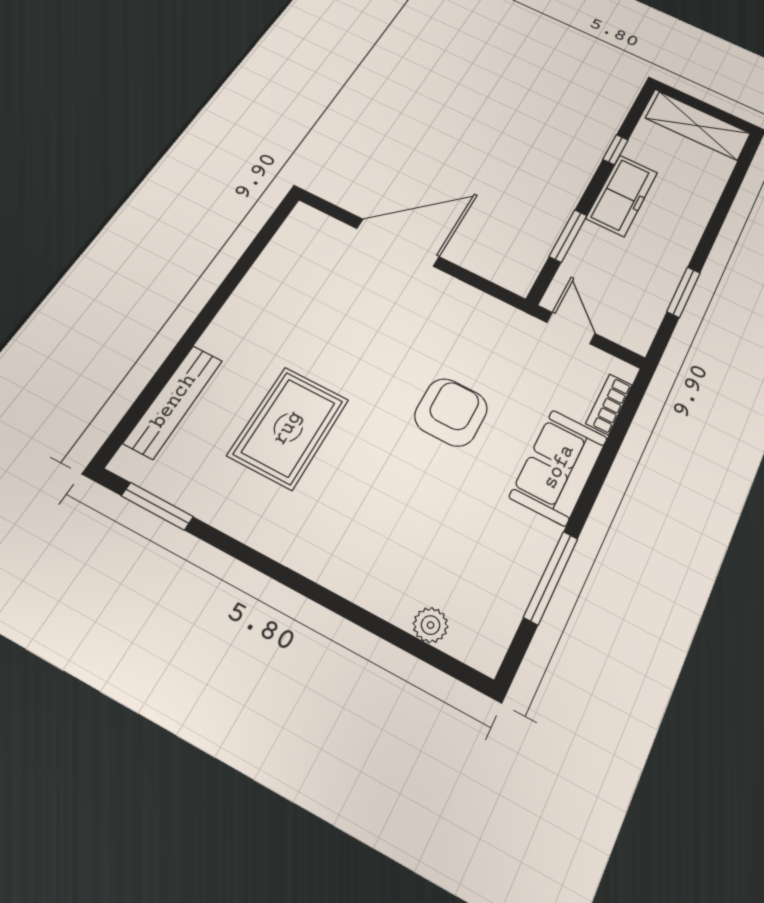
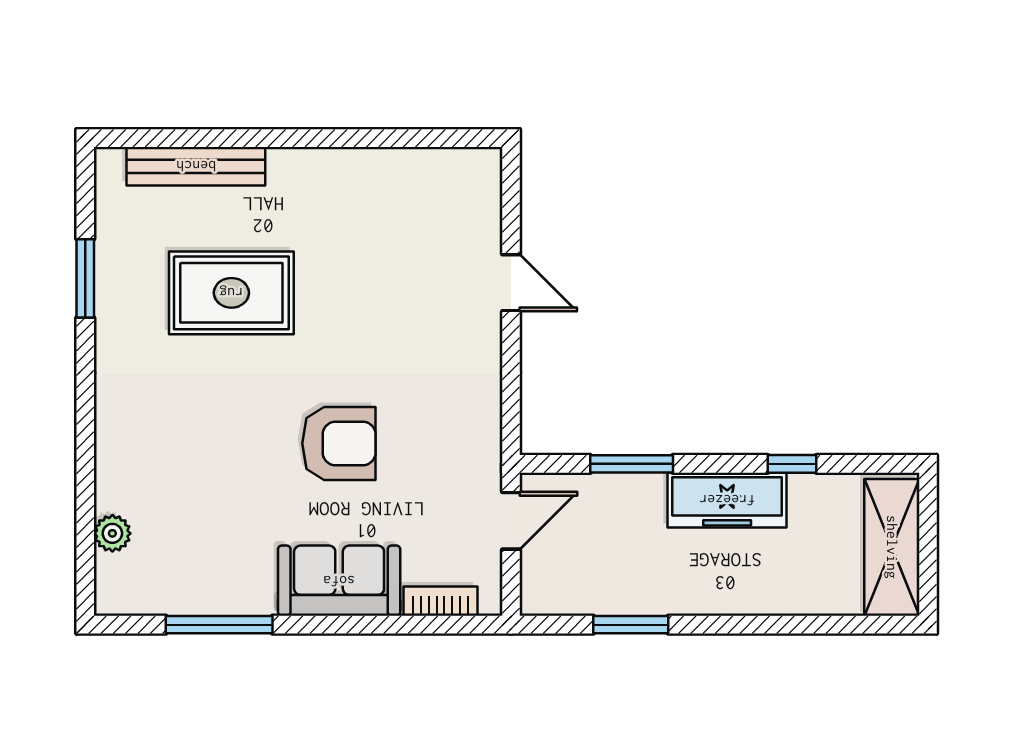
door: (398, 243) -> (511, 283), width x0.53
window: (157, 506) -> (85, 278), moved

